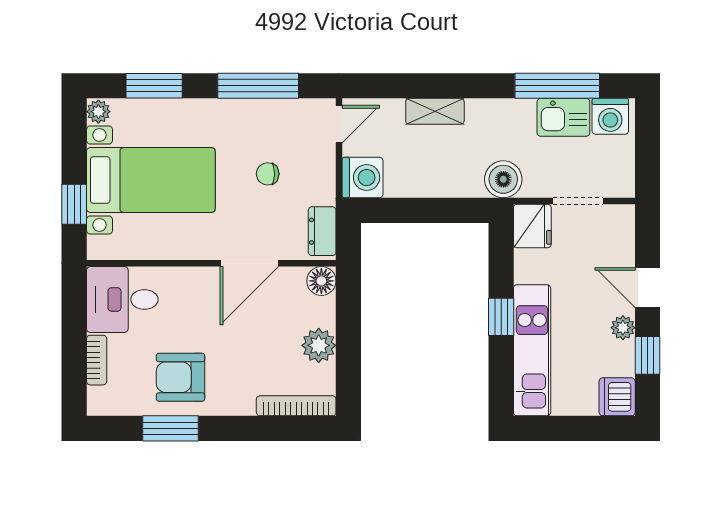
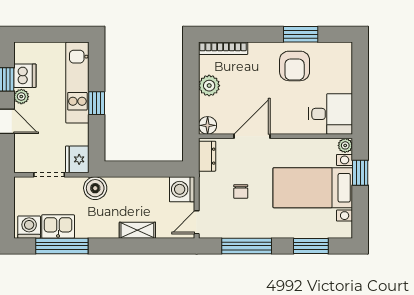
plant: (98, 112) -> (345, 145), moved
chair: (268, 174) -> (241, 192), turned 90
bookcase: (97, 360) -> (346, 77), removed
armchair: (181, 377) -> (295, 66), turned 90
dishwasher: (617, 397) -> (25, 76), moved

